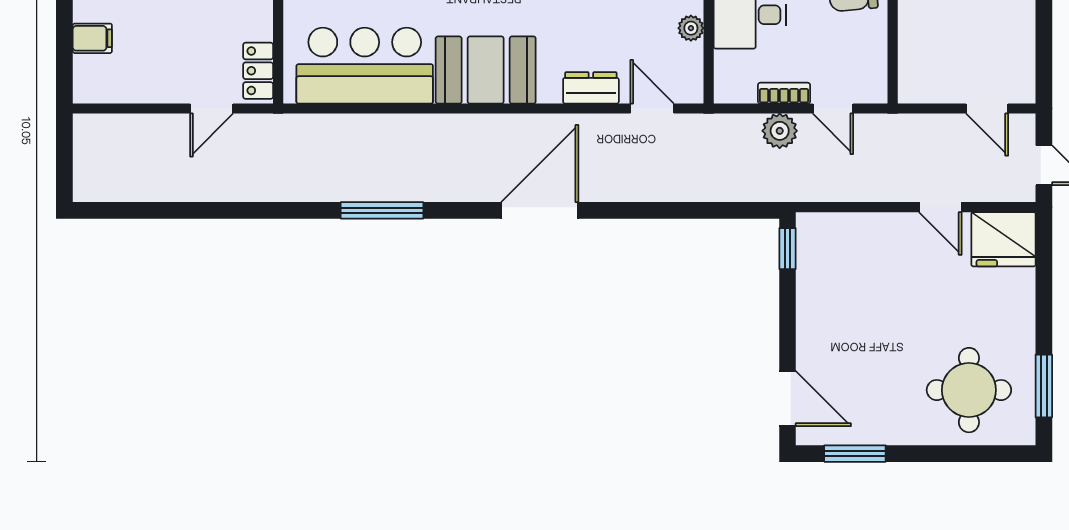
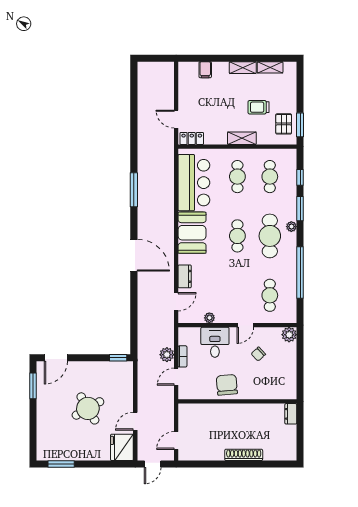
round table: (969, 390) -> (88, 408), moved, turned -30

